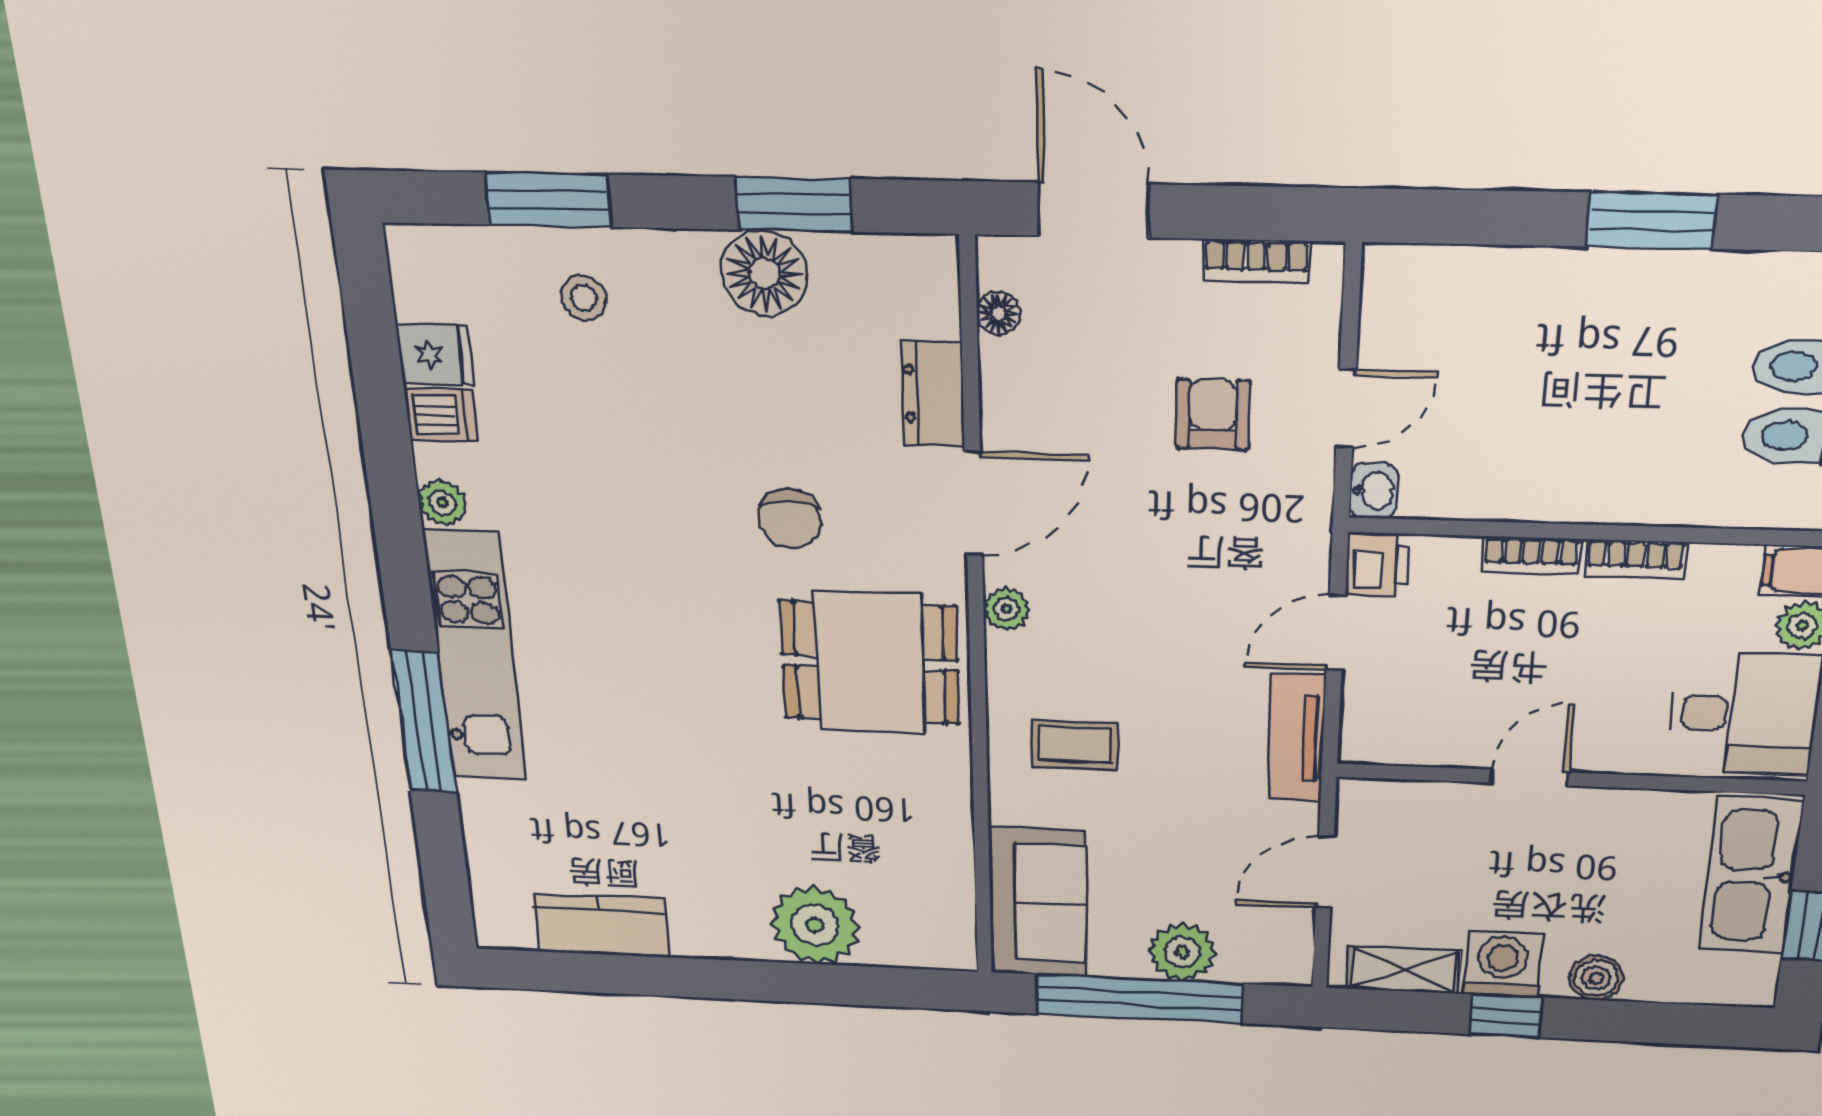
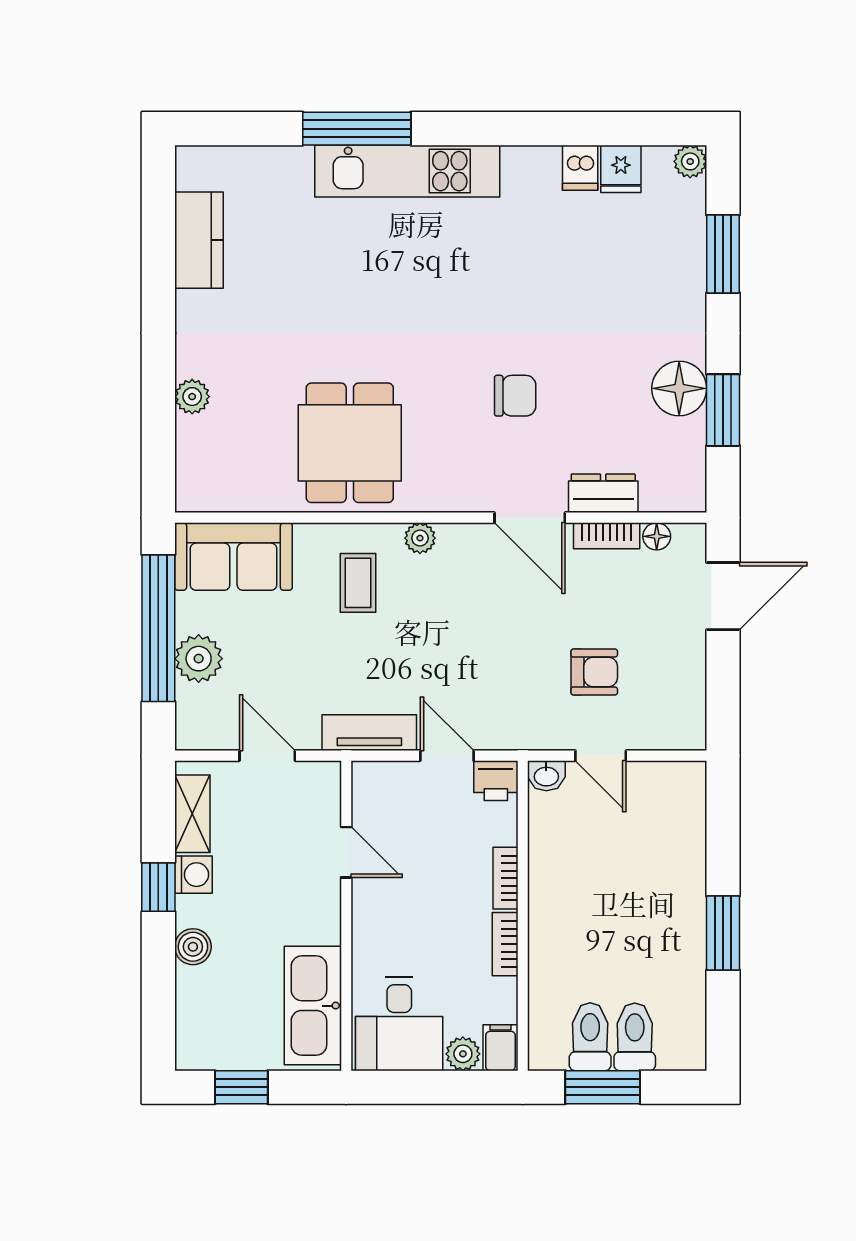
bookcase: (1256, 261) -> (607, 536), moved, turned -90
stool: (584, 298) -> (661, 271), removed
plant: (442, 503) -> (690, 161), moved
chair: (790, 519) -> (515, 396), turned 180
plant: (1006, 609) -> (420, 538), moved
dining table: (870, 663) -> (350, 443), moved
door: (1529, 778) -> (346, 852), moved
kitchen sink: (1751, 876) -> (313, 1006), moved, turned -90
plant: (815, 925) -> (192, 397), width x0.53, depth x0.53
washing machine: (1502, 964) -> (193, 875), width x0.73, depth x0.73

